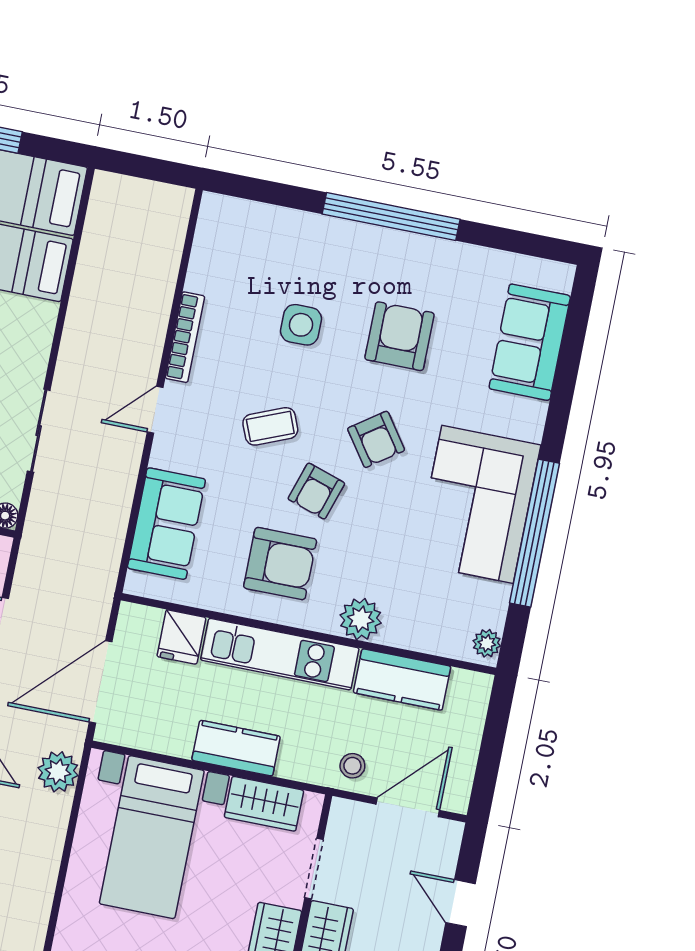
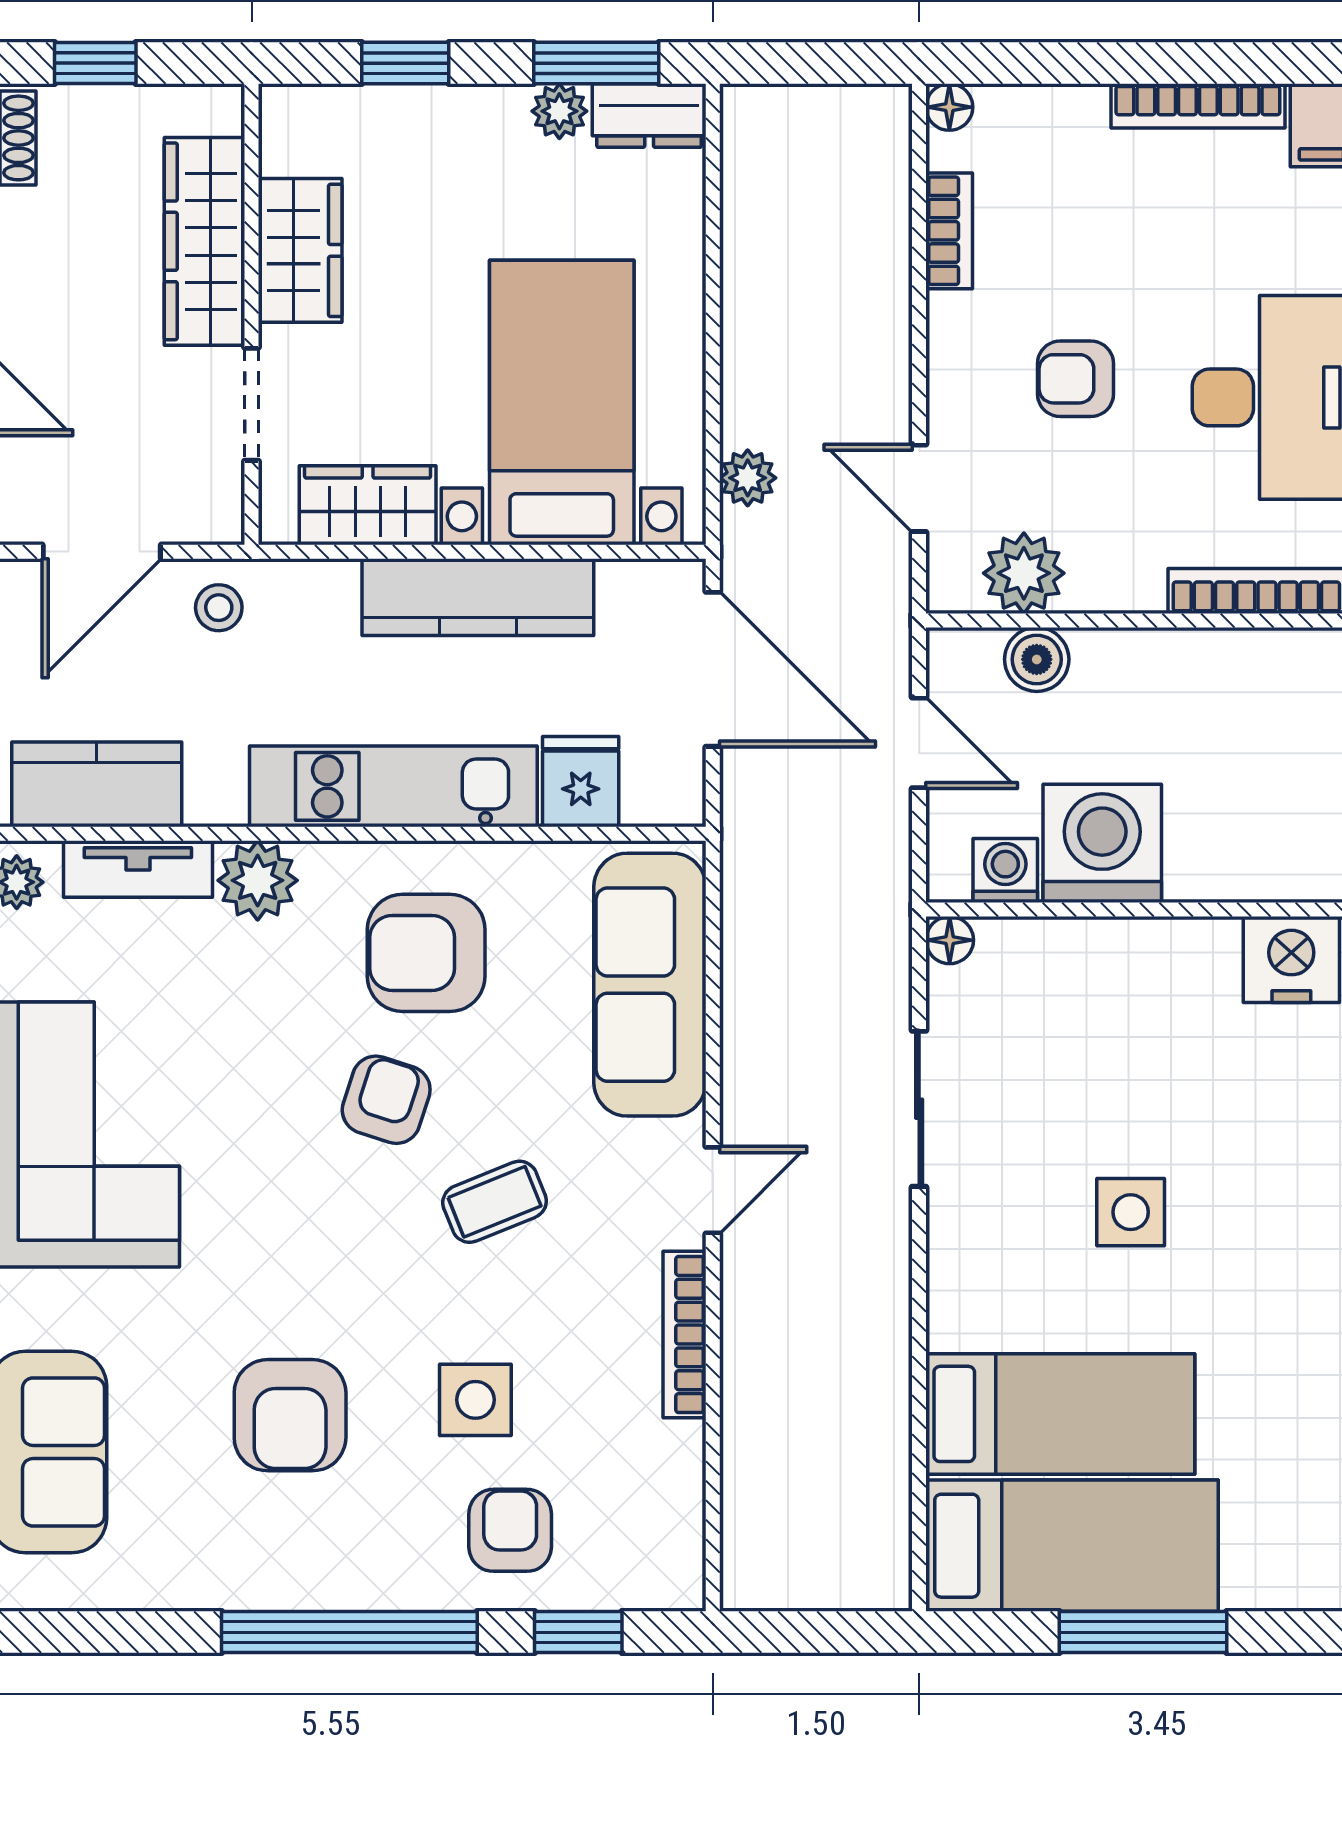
window: (272, 193) -> (578, 1632), added
armchair: (376, 439) -> (510, 1530), moved, turned 35
sofa: (166, 524) -> (650, 985), width x1.36
tv unit: (422, 638) -> (138, 869), added
kitchen counter: (402, 680) -> (97, 784), moved
door: (101, 682) -> (713, 669), hinge flipped
kitchen counter: (236, 748) -> (478, 597), width x1.50
plant: (58, 772) -> (748, 478), width x0.73, depth x0.73

